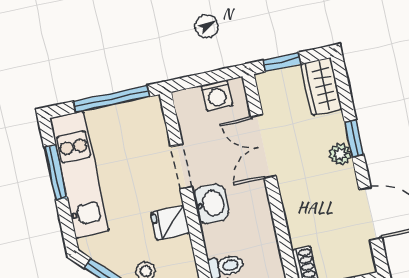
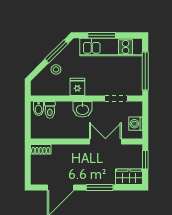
window: (354, 138) -> (100, 187), width x1.50
plant: (340, 154) -> (93, 179), removed
doorway: (181, 167) -> (116, 98), moved
window: (56, 173) -> (102, 35), moved

